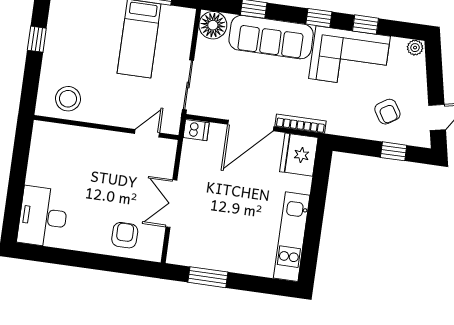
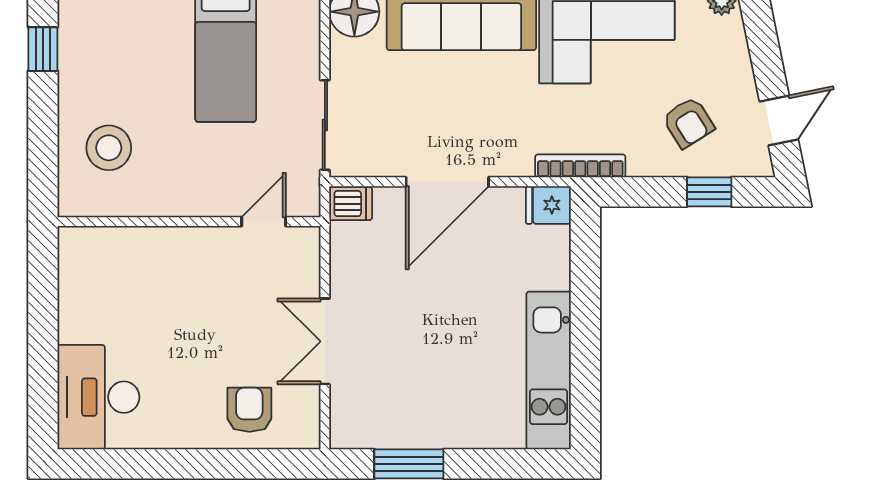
window: (37, 39) -> (43, 49), moved
stool: (68, 99) -> (109, 148), moved
bookcase: (301, 124) -> (580, 166), moved
fridge: (299, 155) -> (548, 205), width x0.53, depth x0.75

